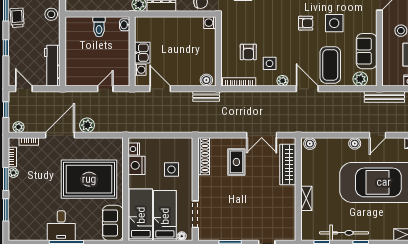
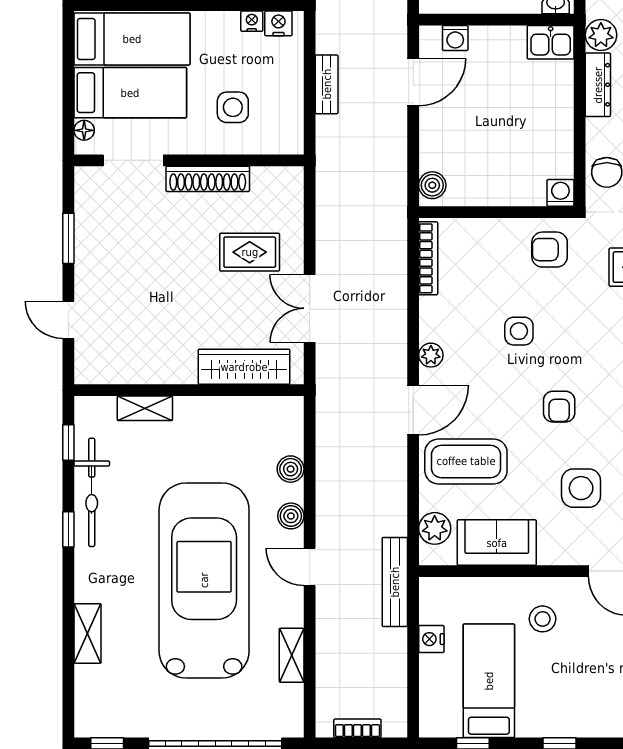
side table: (334, 23) -> (581, 488), moved
armchair: (248, 52) -> (550, 250), moved
kitchen sink: (142, 53) -> (551, 42), moved
side table: (270, 63) -> (519, 331), moved
bench: (206, 96) -> (327, 84), moved
boiler: (310, 144) -> (291, 469), moved
shoe rack: (204, 156) -> (208, 179), moved
nightstand: (136, 165) -> (252, 21), width x0.53, depth x0.56
shelving: (306, 198) -> (145, 408), moved

